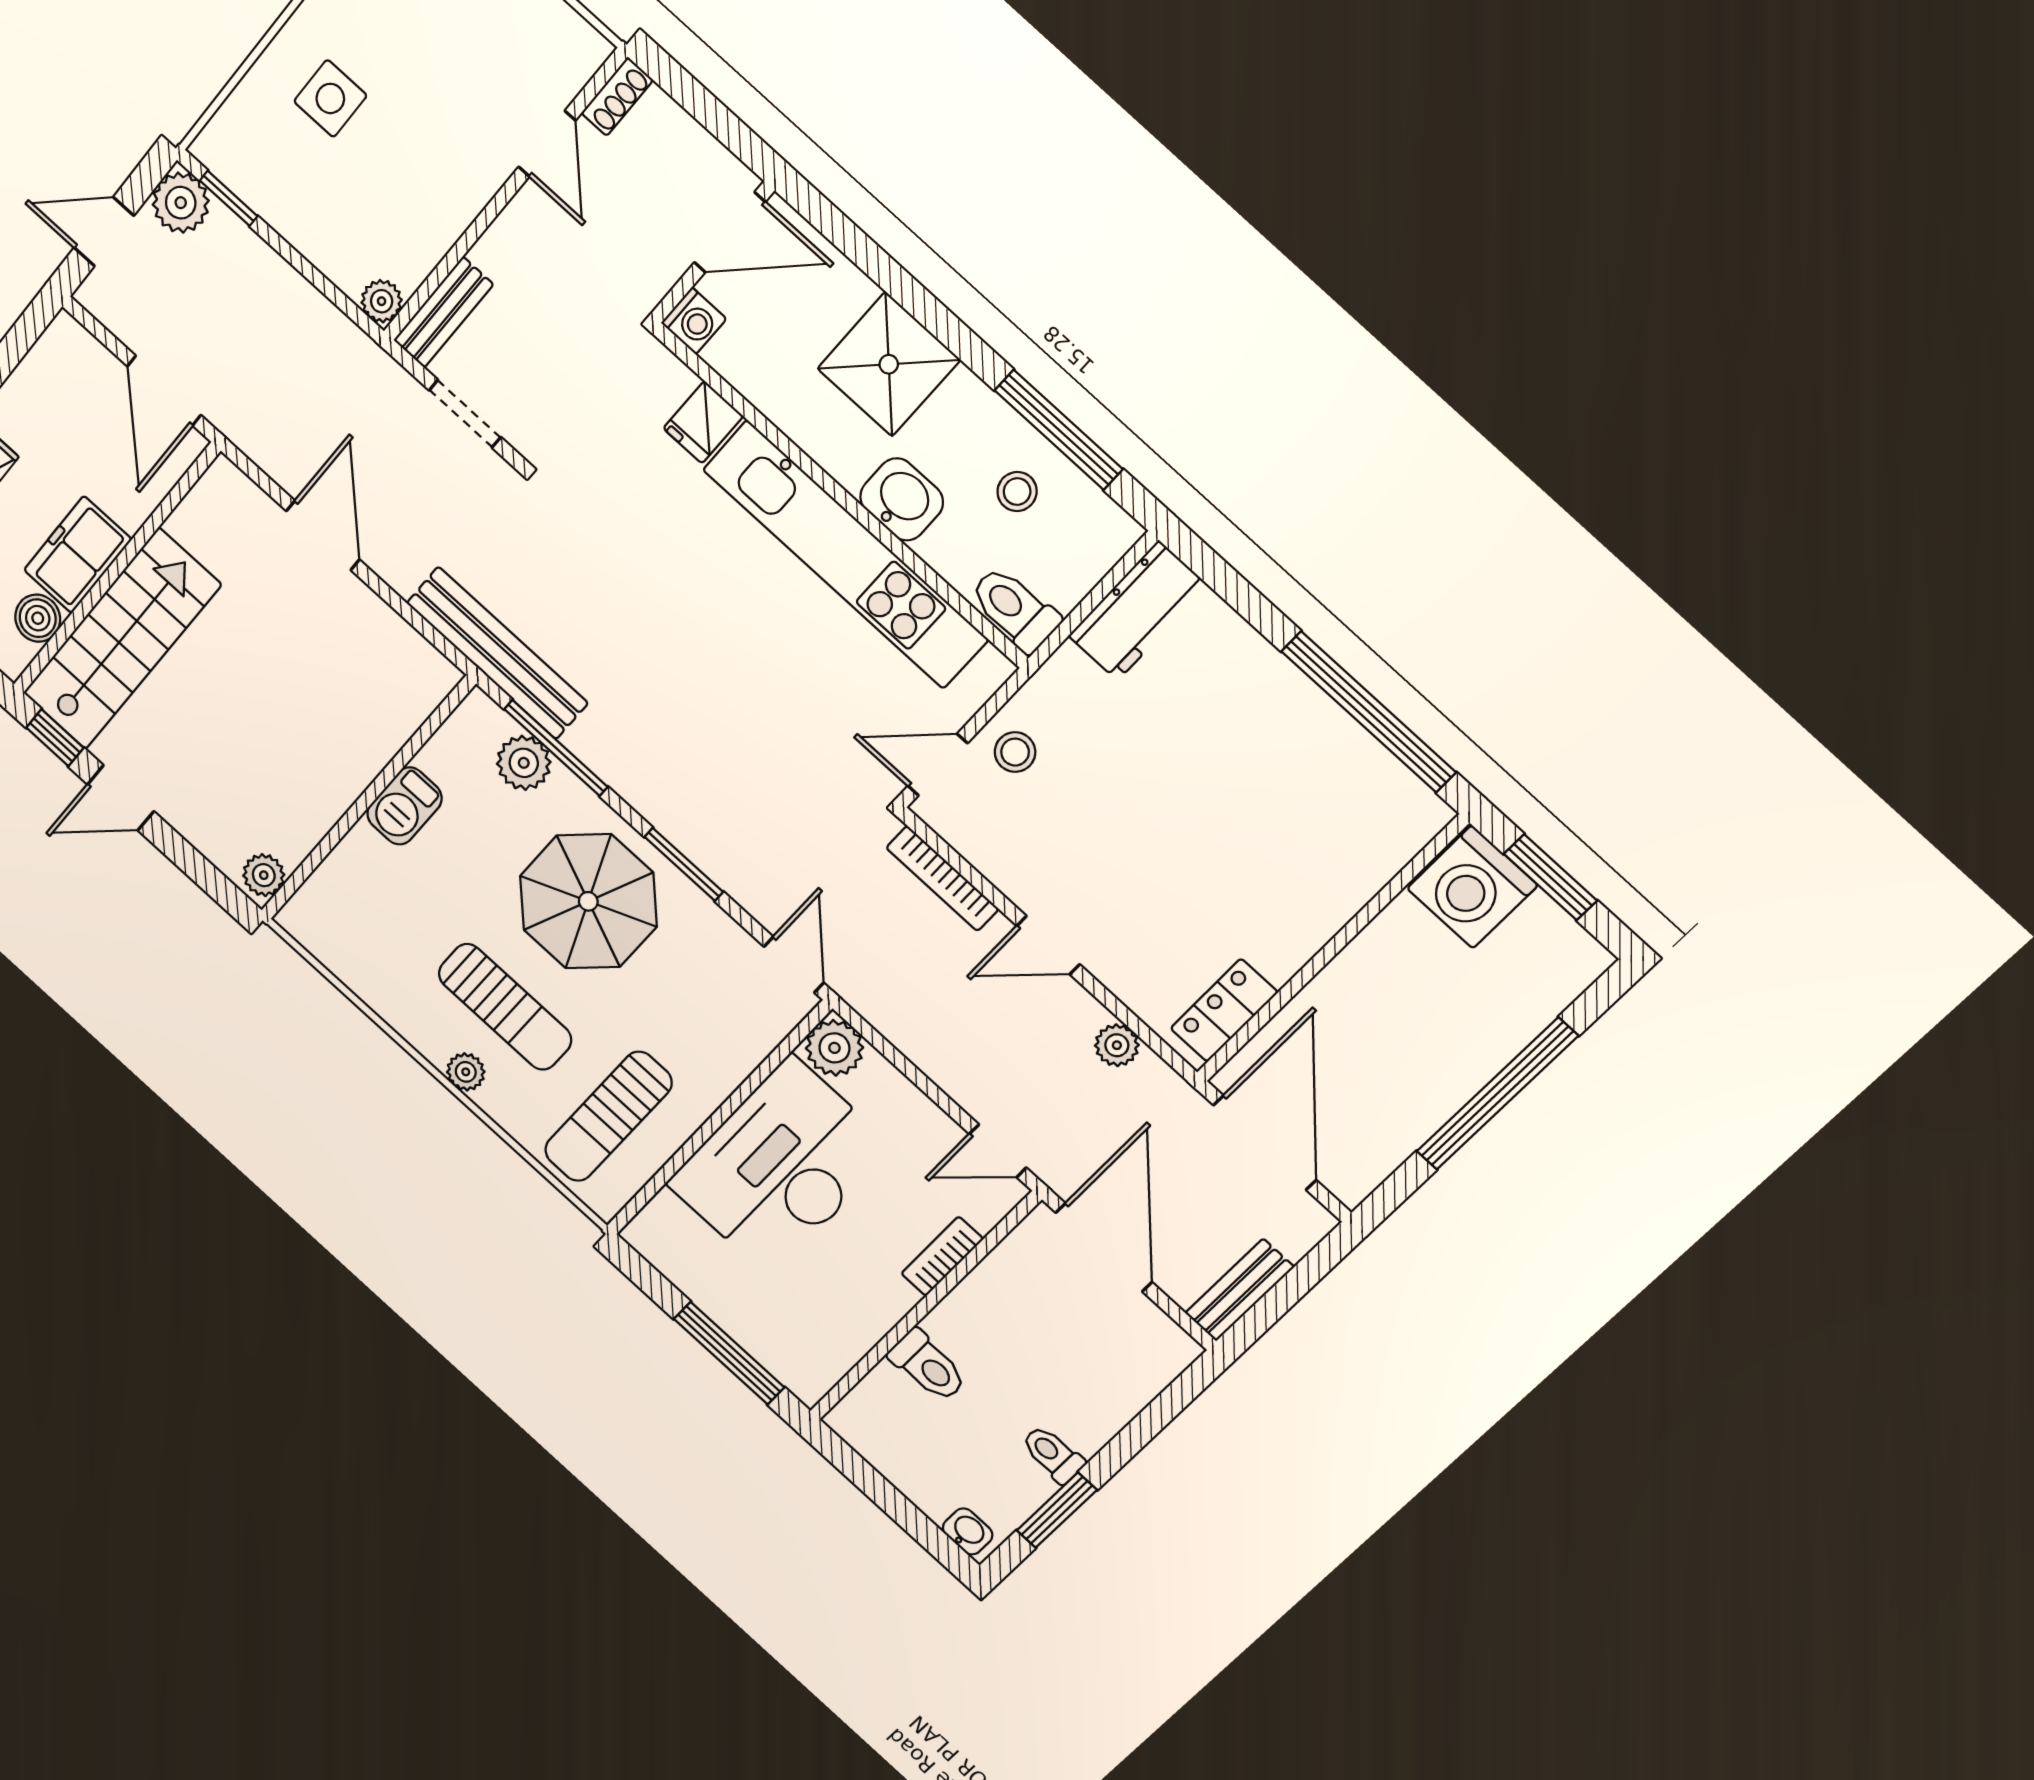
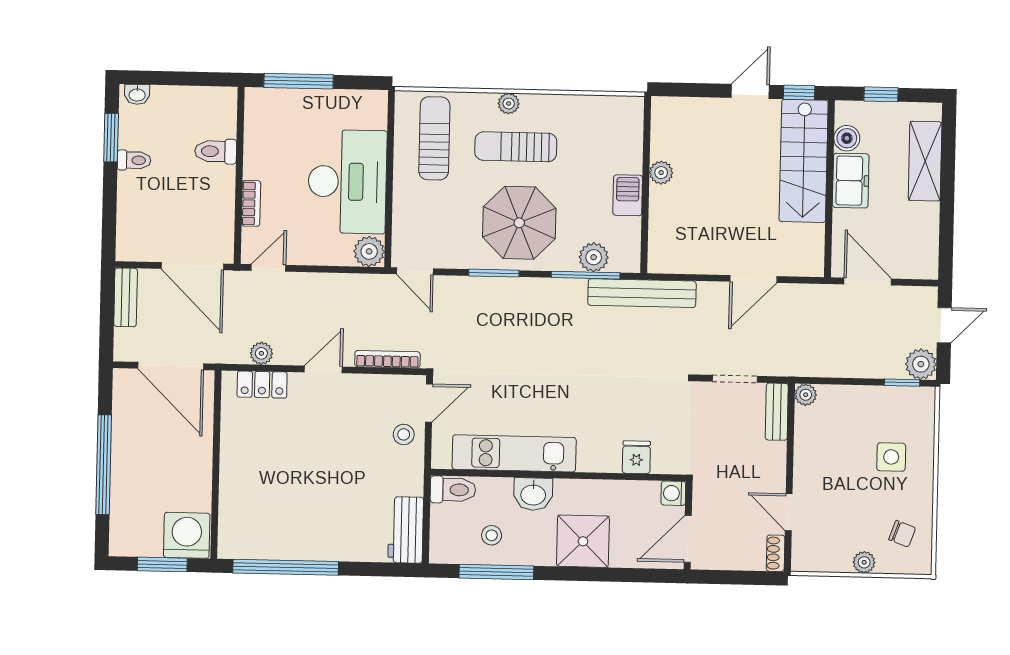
door: (323, 535) -> (753, 279), hinge flipped
kitchen unit: (845, 555) -> (514, 453), width x0.73
plant: (264, 875) -> (661, 173), moved
locker: (1224, 1010) -> (262, 385), moved, turned 90

